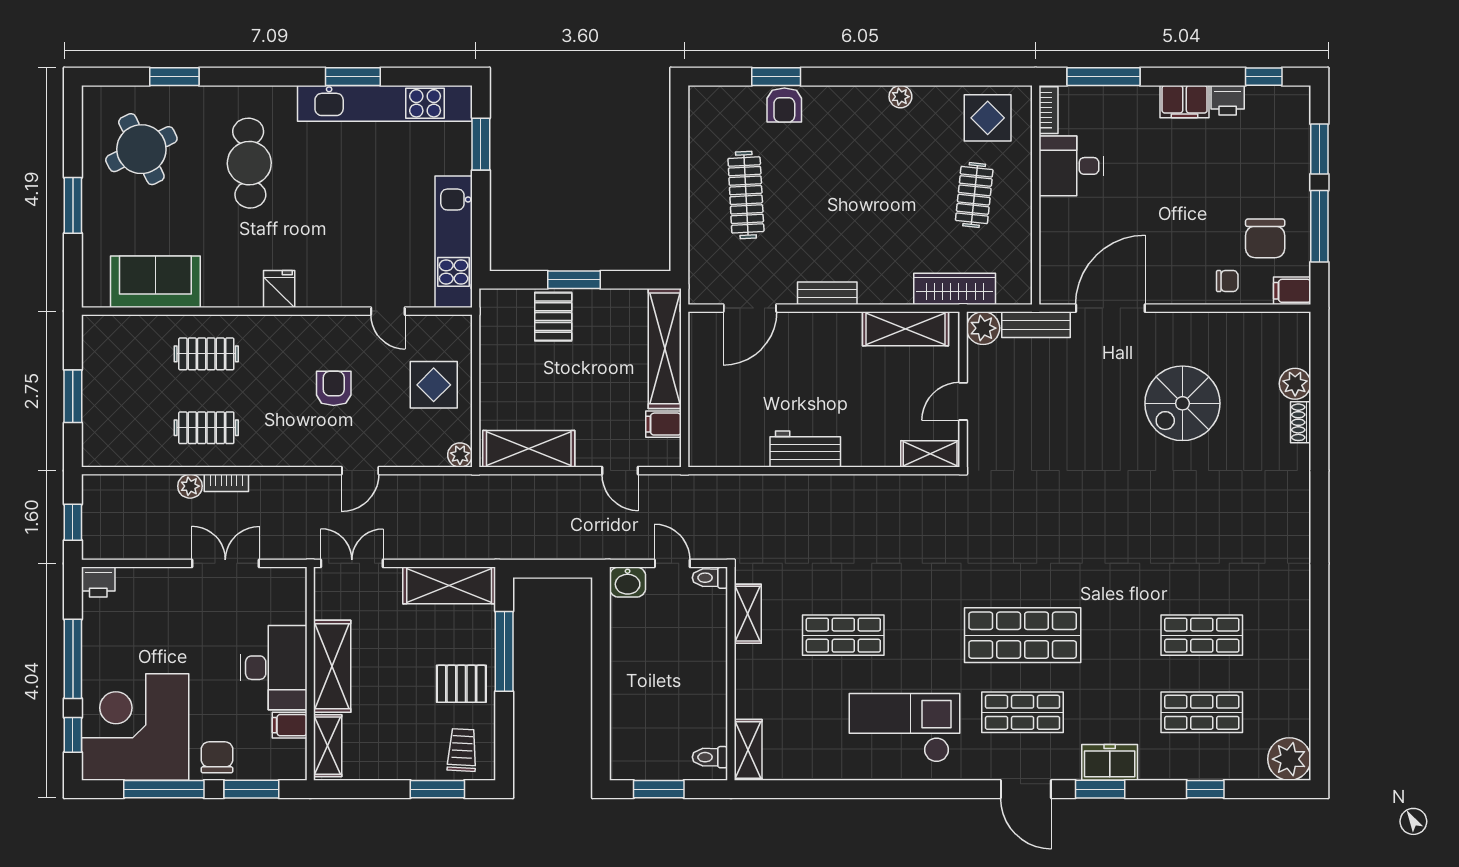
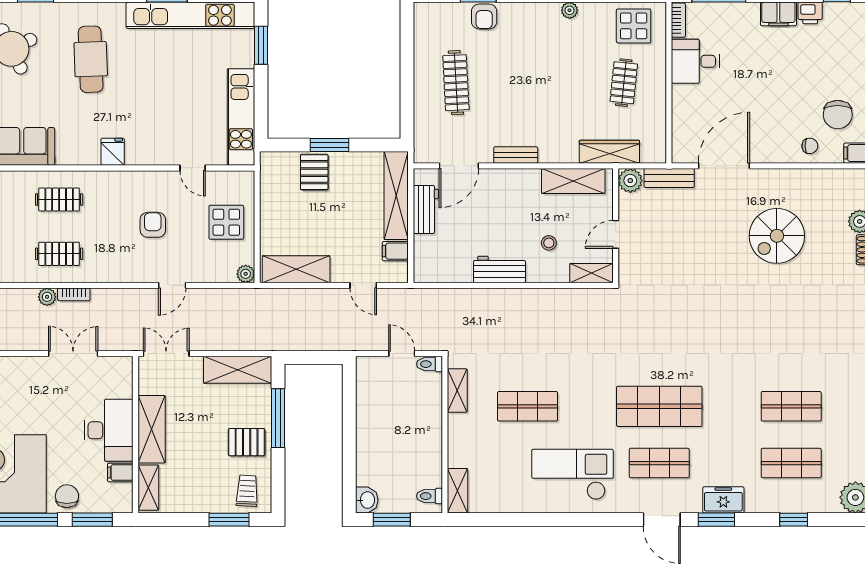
workbench: (705, 367) -> (426, 209), added
stool: (872, 413) -> (549, 243), added
washbasin: (628, 582) -> (367, 500), moved, turned -90

